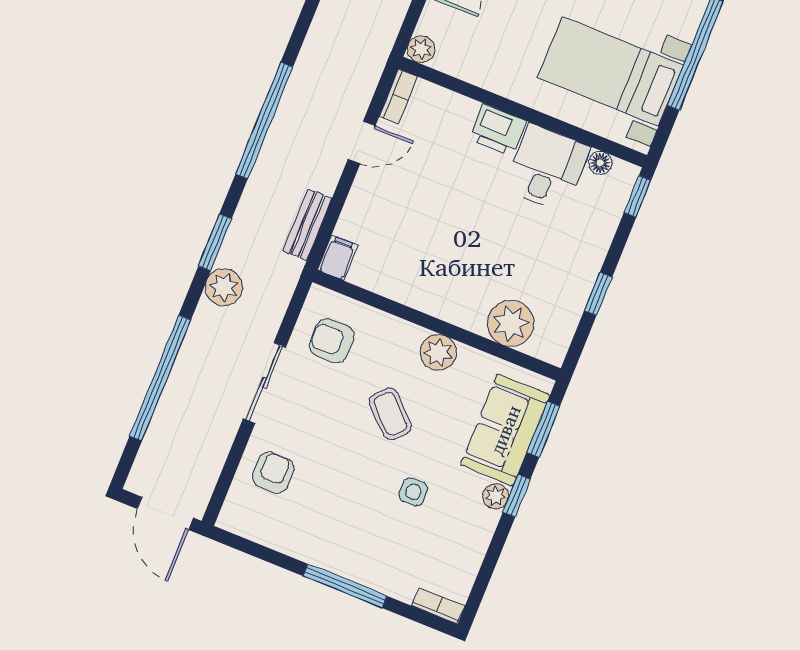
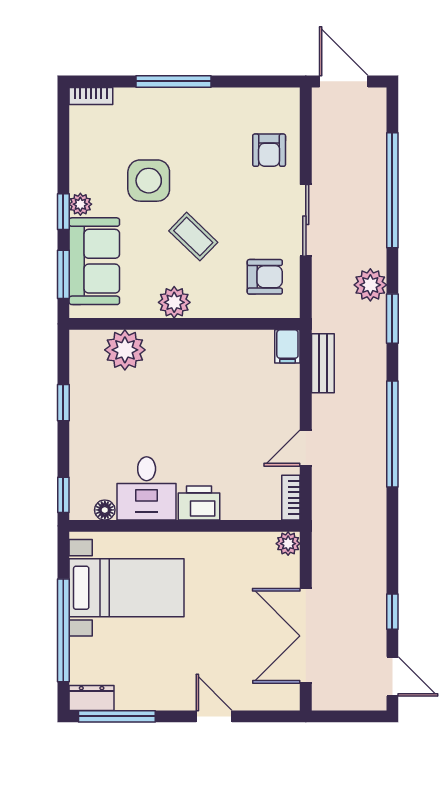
side table: (413, 492) -> (149, 181), width x1.87, depth x1.87

